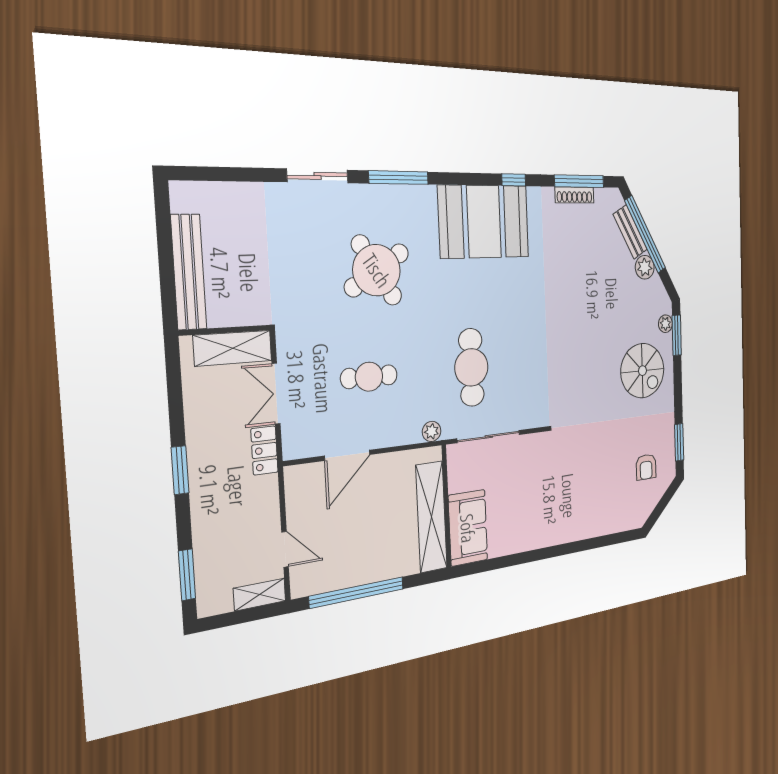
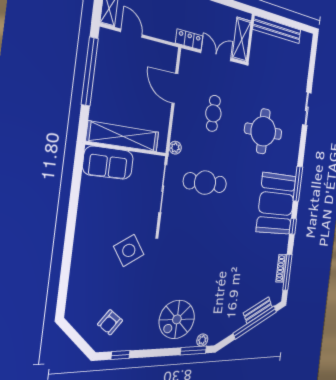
window: (399, 178) -> (298, 184), moved
plant: (645, 267) -> (238, 322), removed
round table: (377, 270) -> (263, 131), turned 32
window: (679, 442) -> (120, 355), width x0.67
side table: (568, 466) -> (129, 250), added
armchair: (646, 467) -> (110, 322), turned -52
door: (285, 549) -> (132, 33), swing flipped

